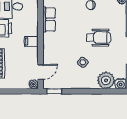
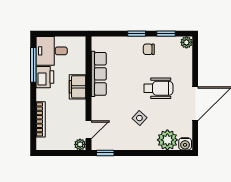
row of seats: (49, 19) -> (99, 74), width x1.48
filing cabinet: (31, 41) -> (78, 87), width x2.00

